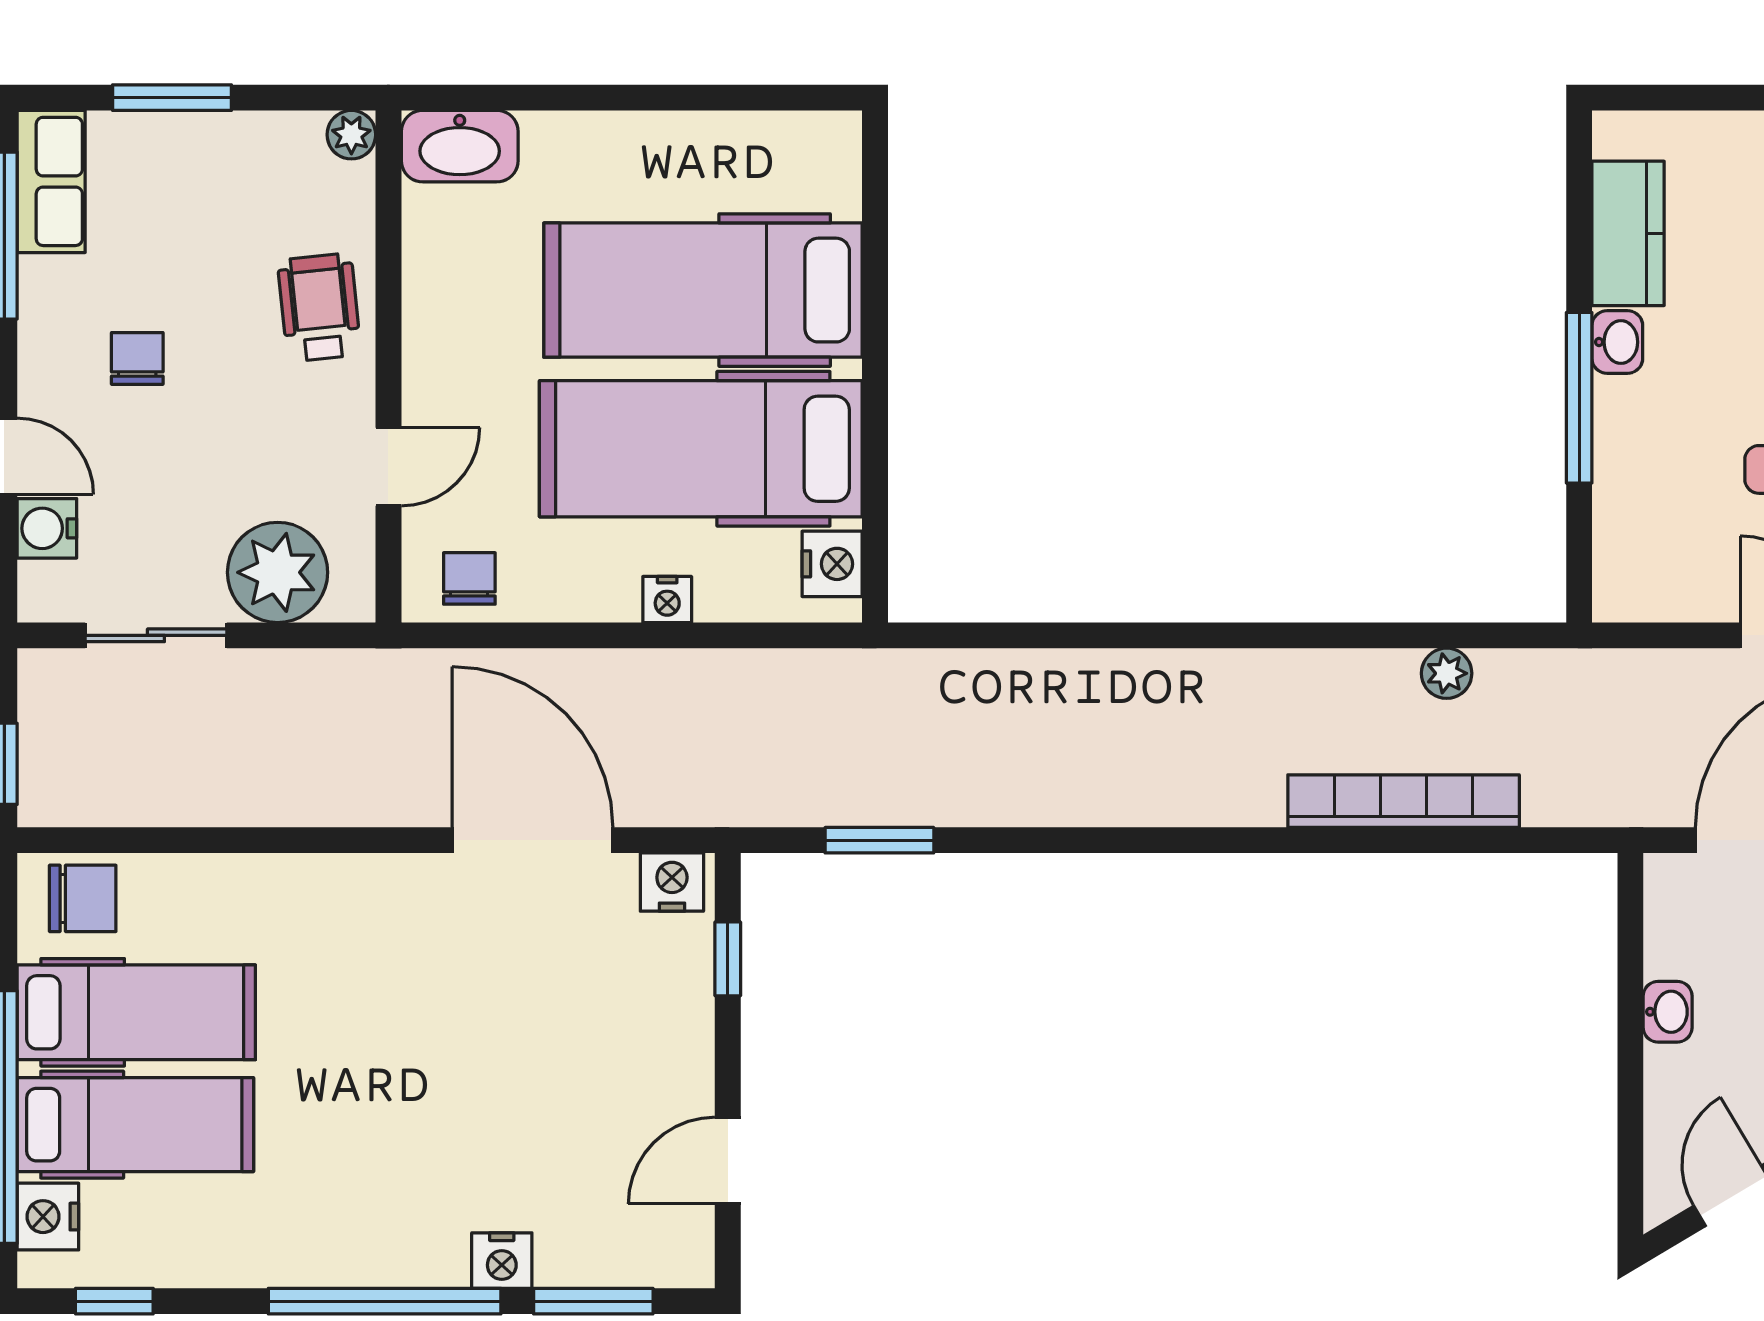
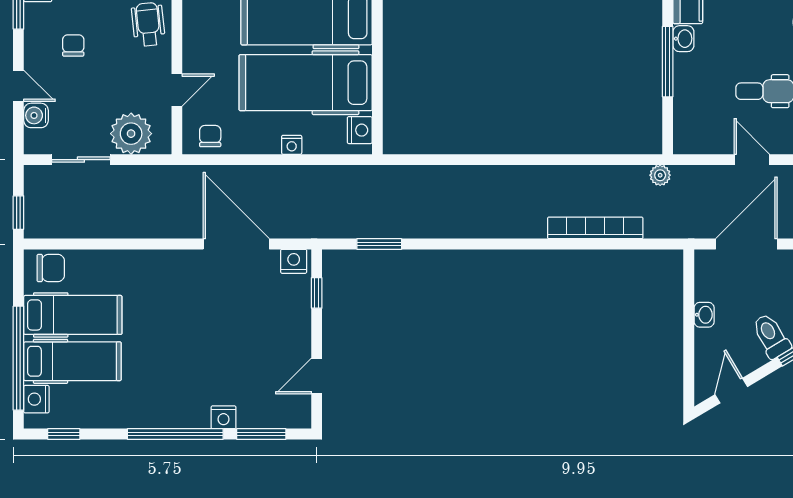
plant: (1447, 673) -> (660, 175), moved

